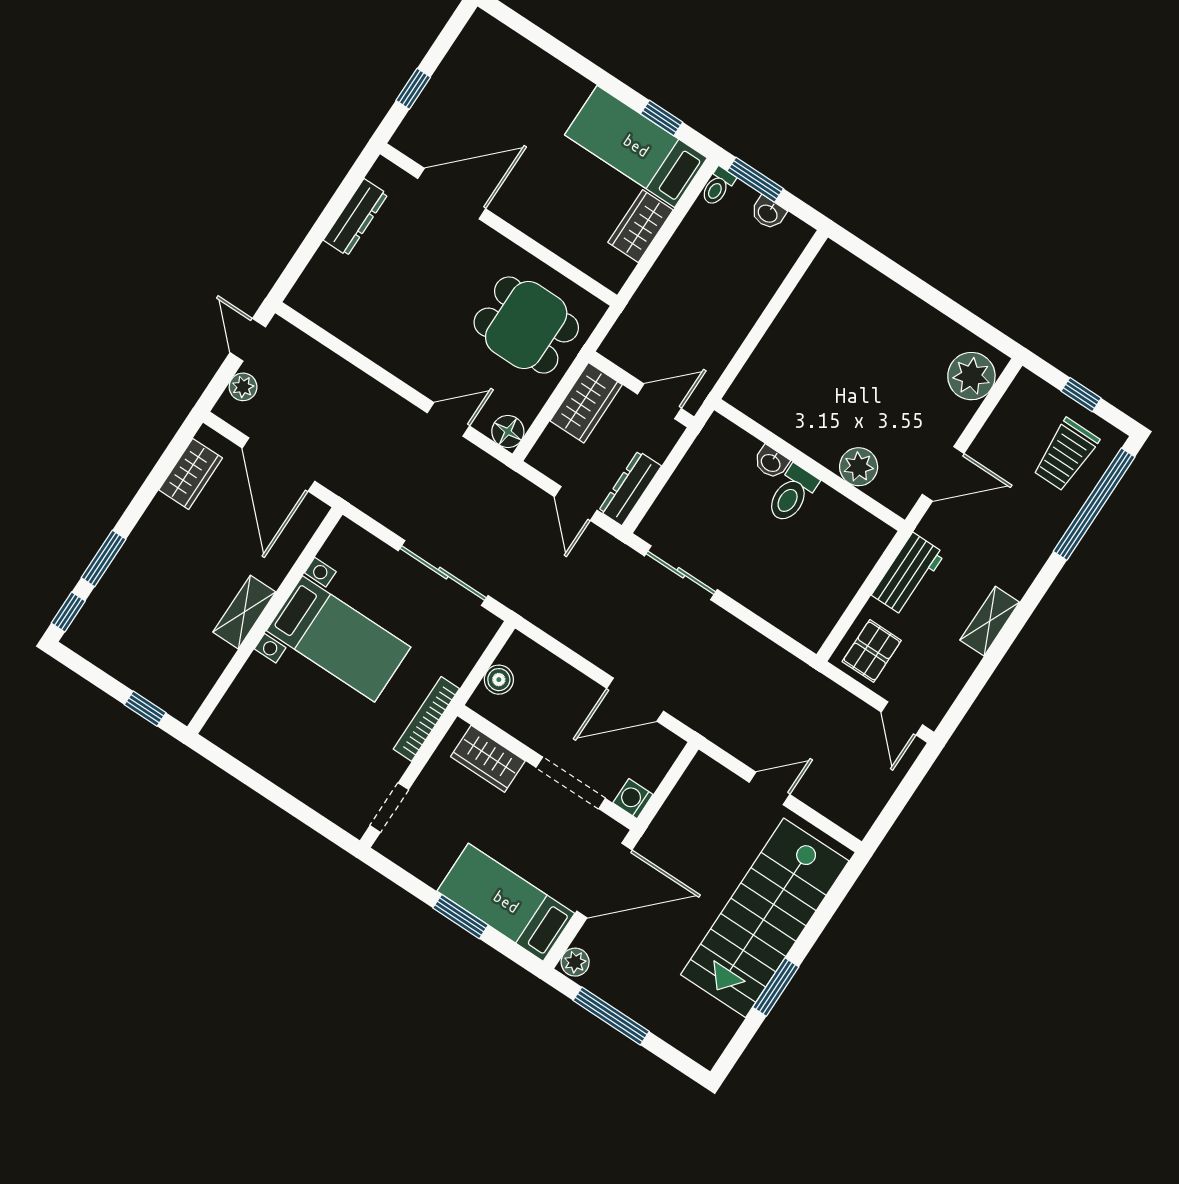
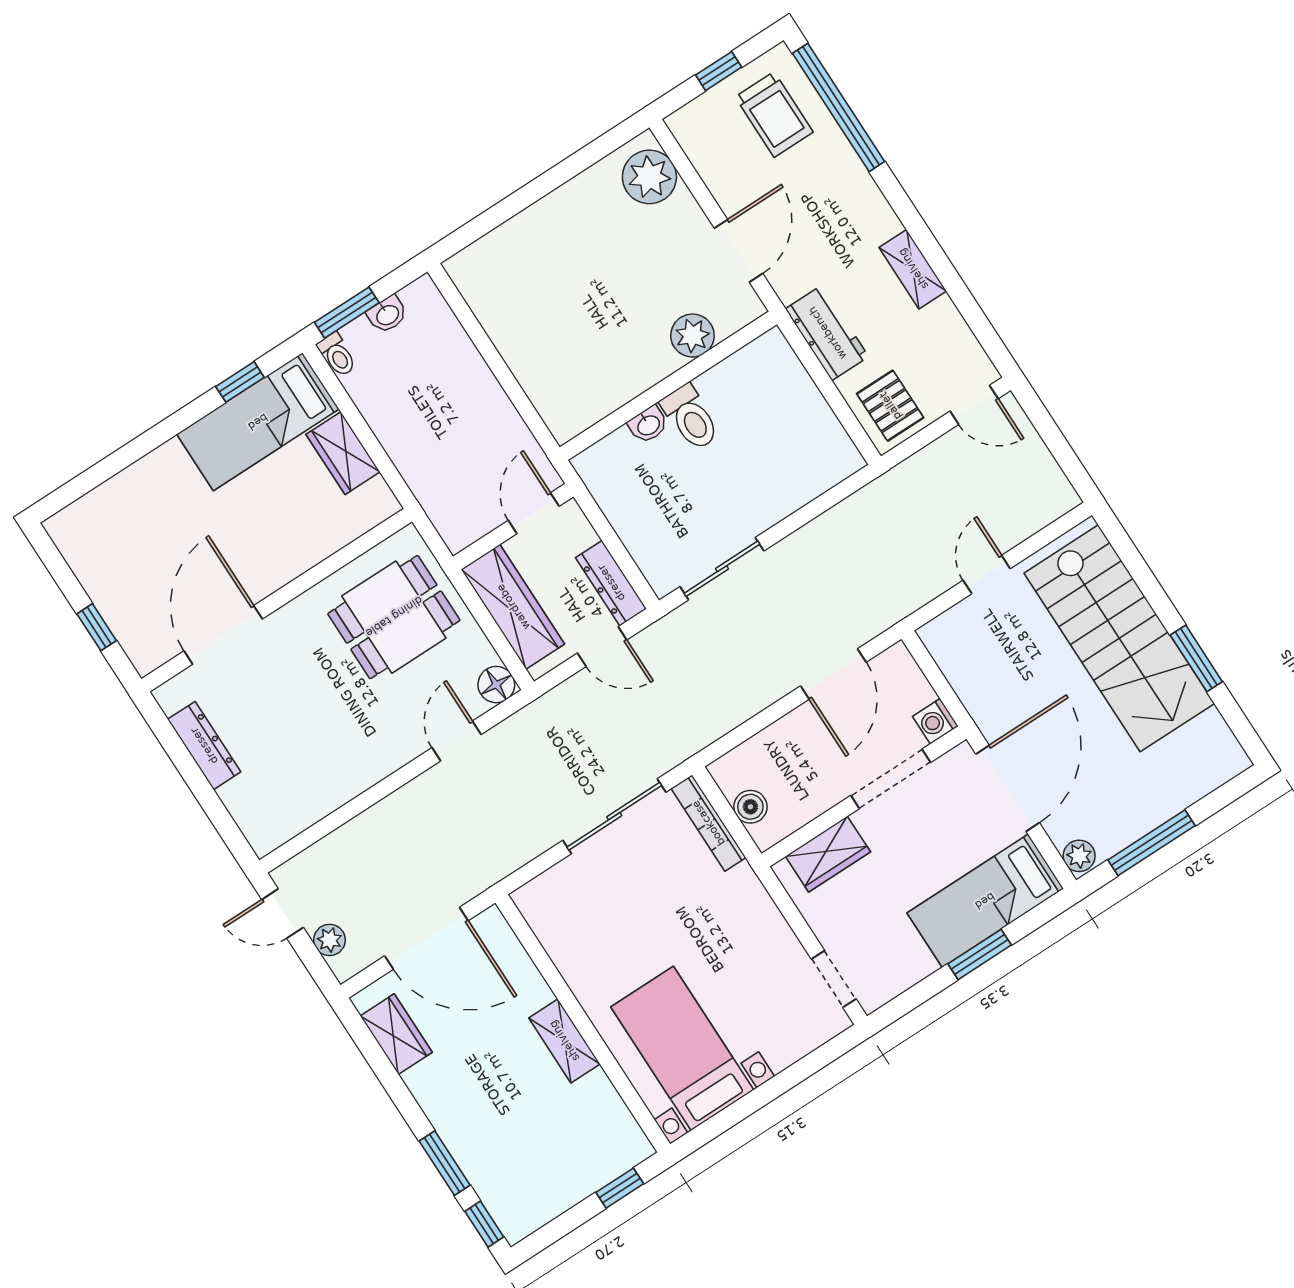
wardrobe: (586, 403) -> (513, 607), width x1.50
bed with nightstands: (339, 639) -> (682, 1048), moved, turned -90
bookcase: (426, 719) -> (708, 823), moved

